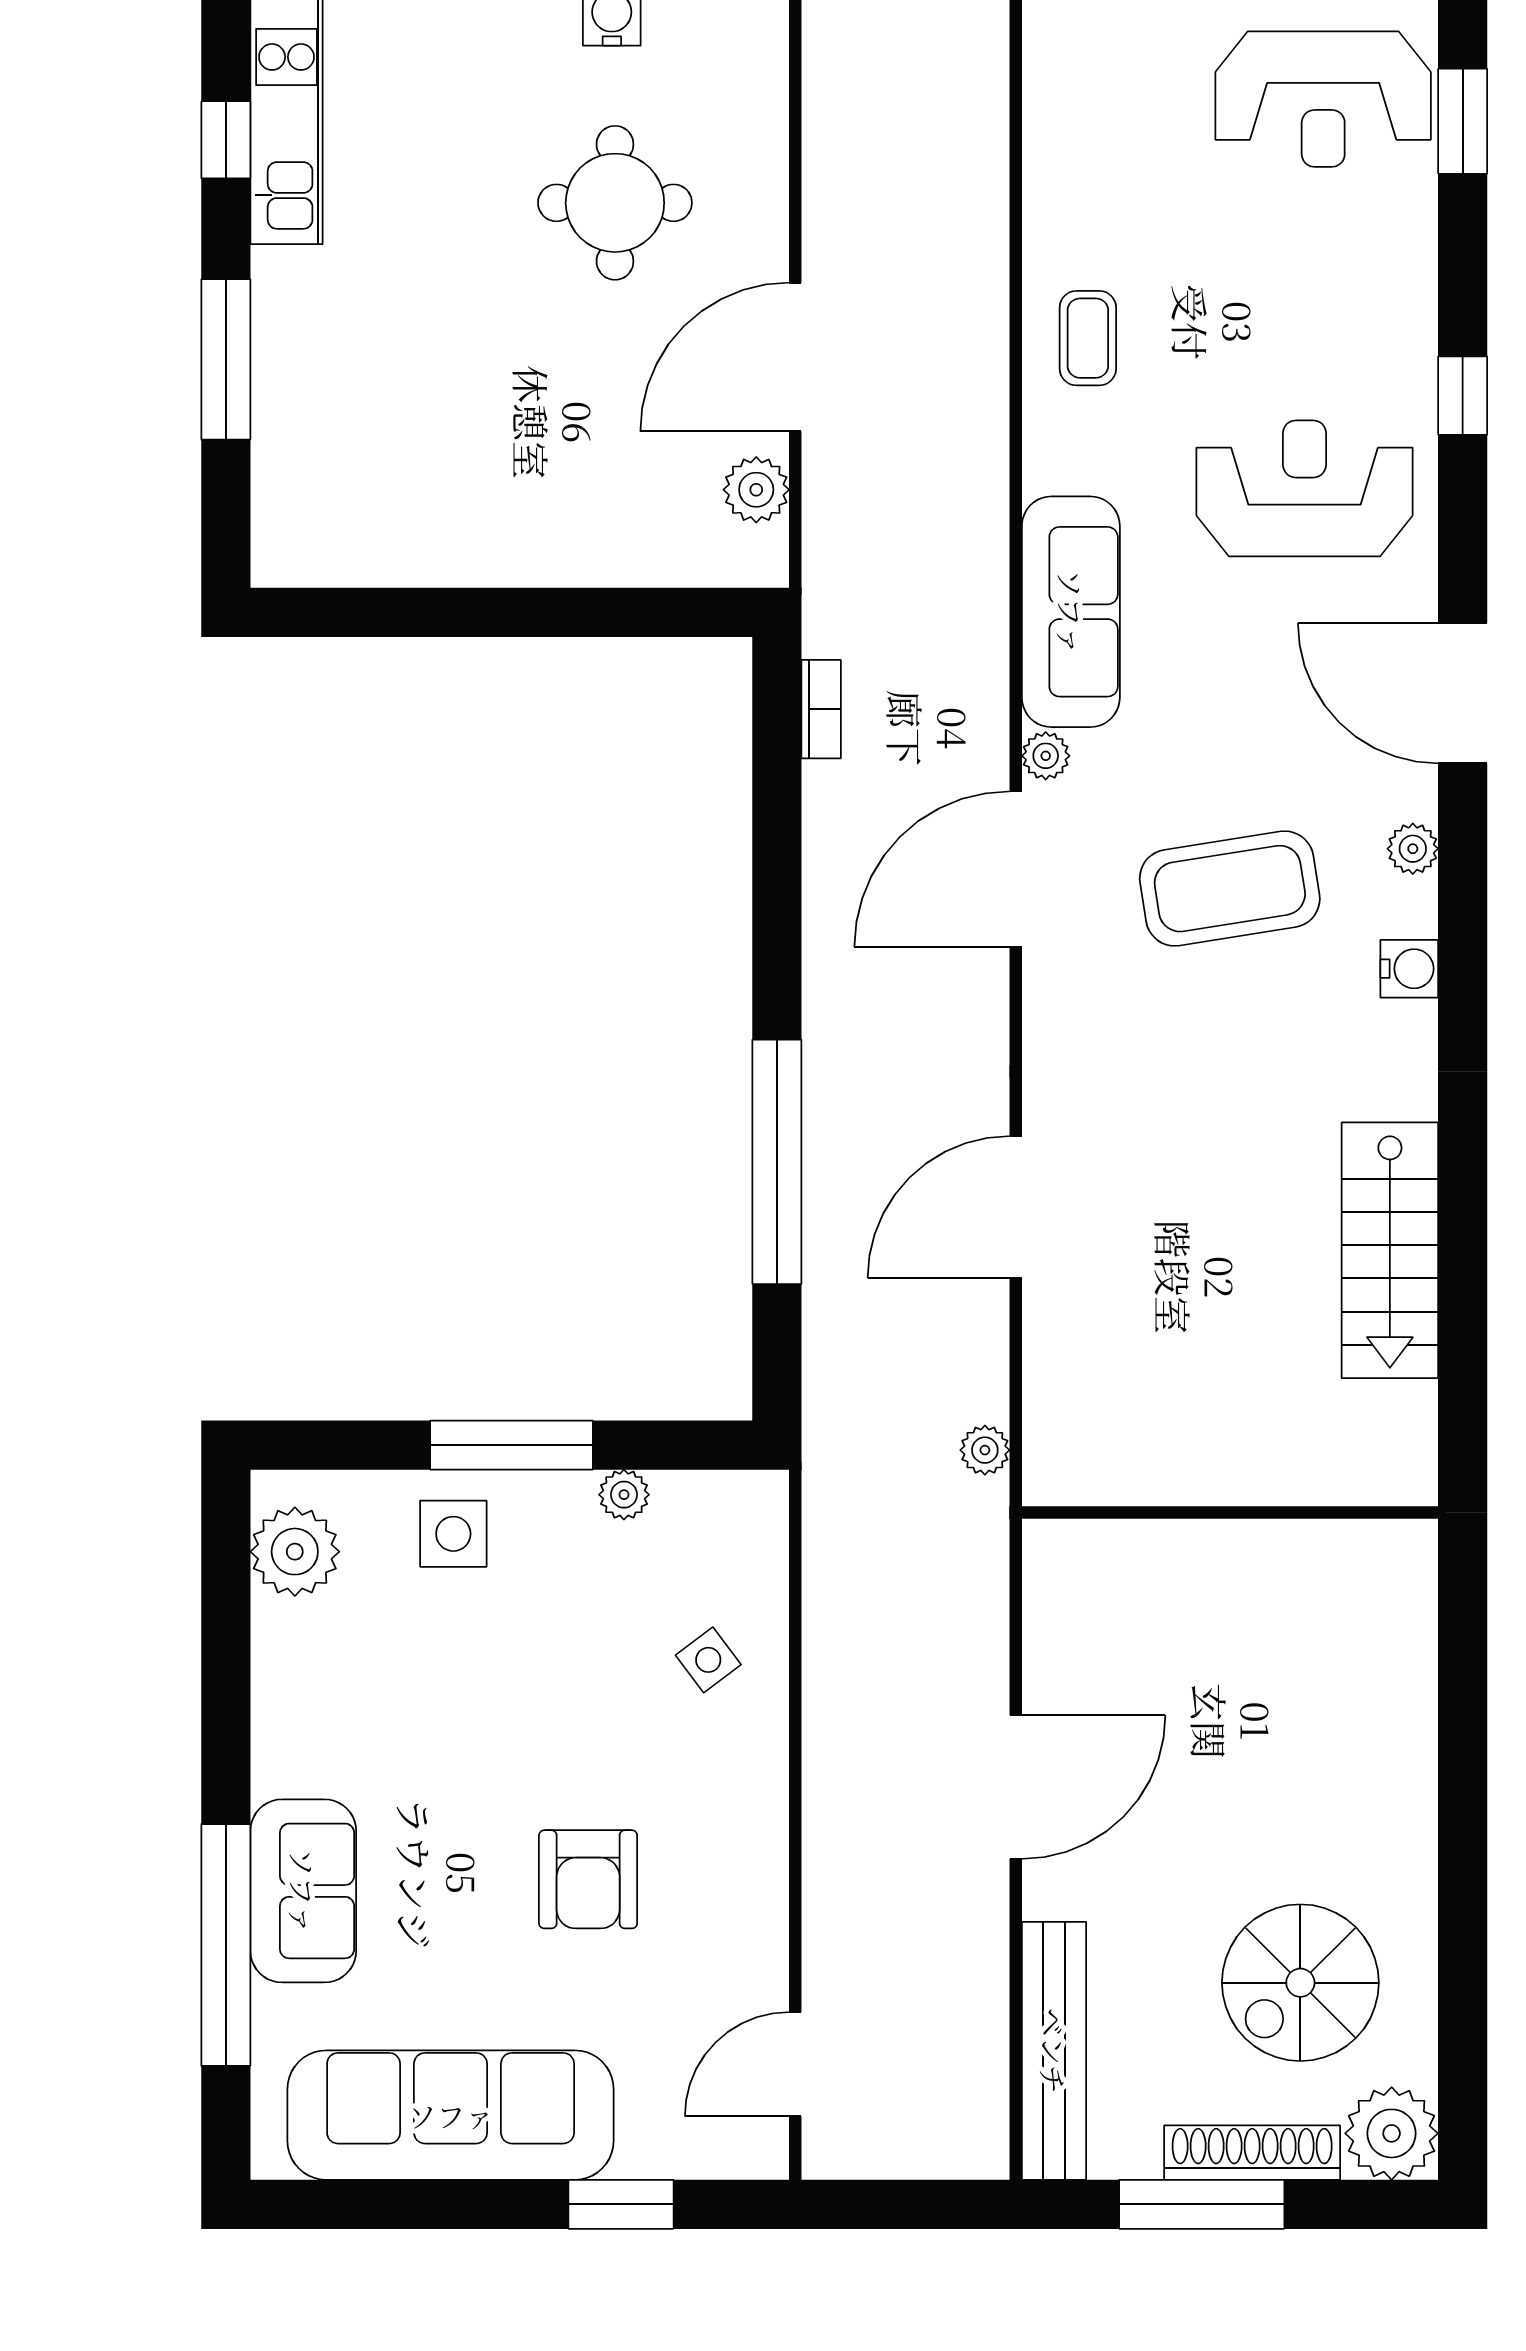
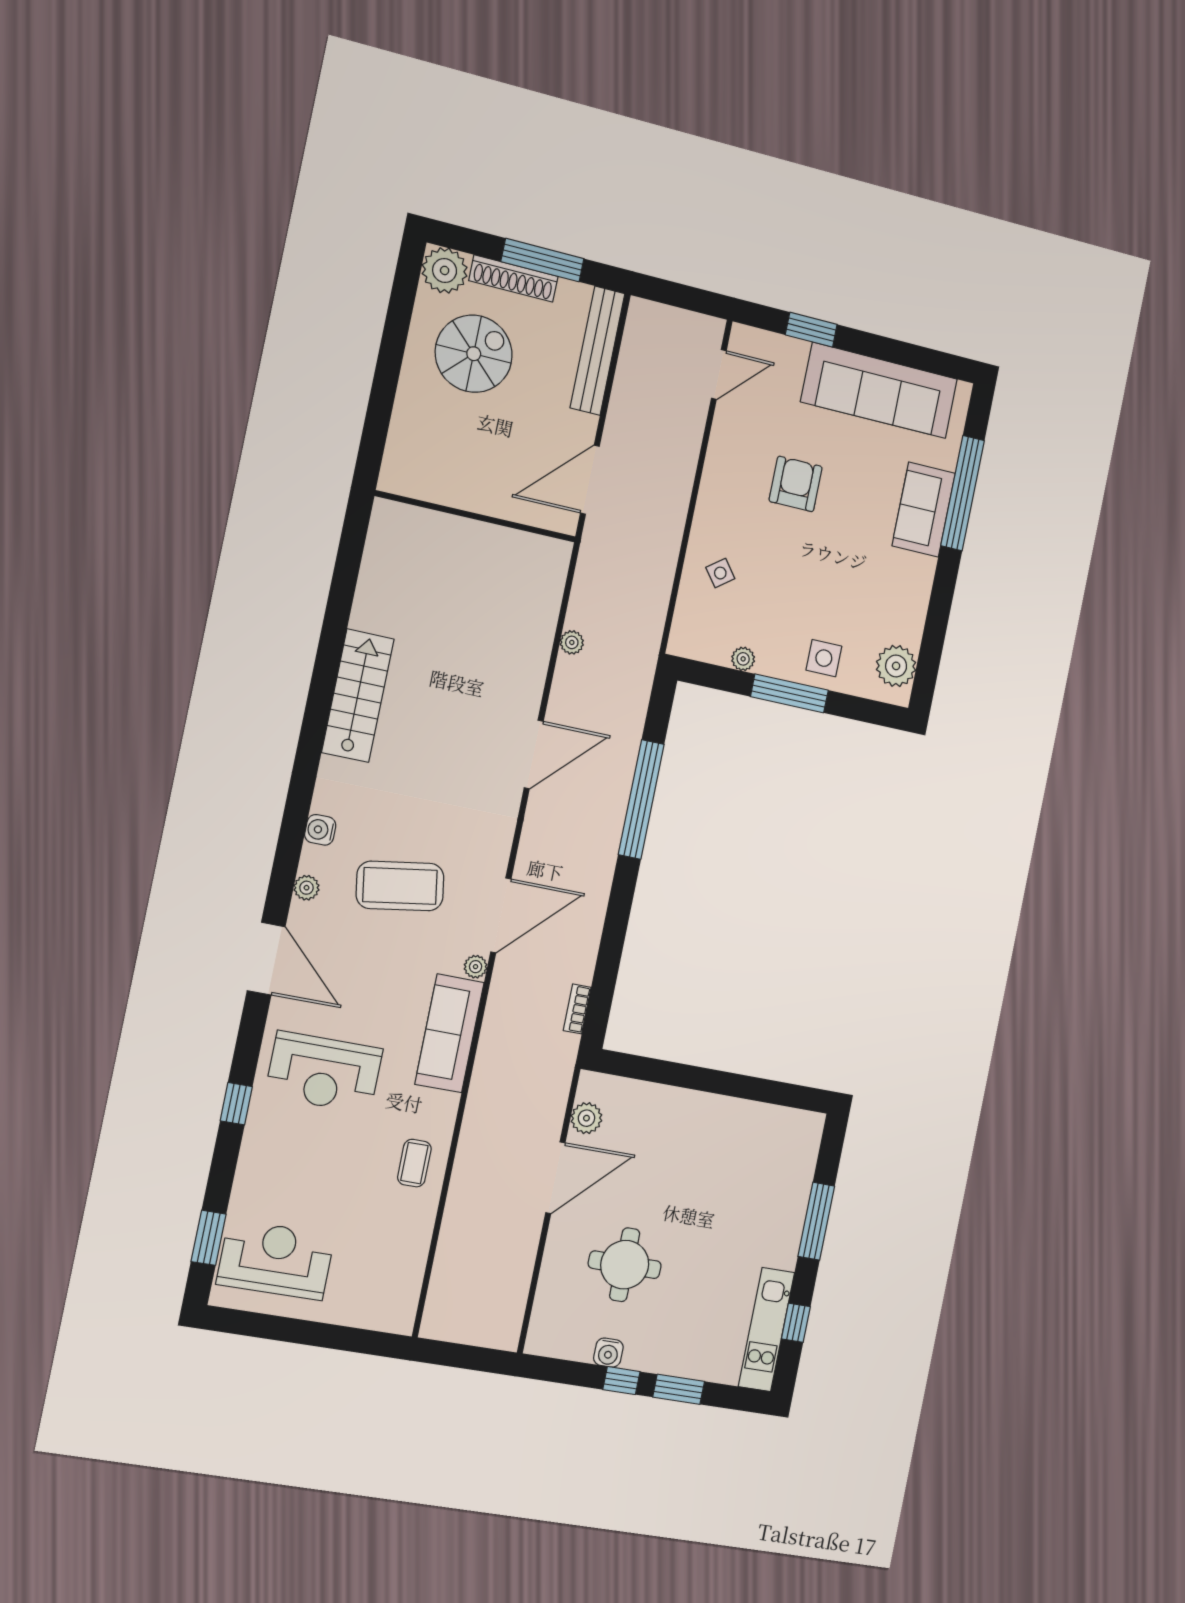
wall: (1230, 1512) -> (476, 516), moved

